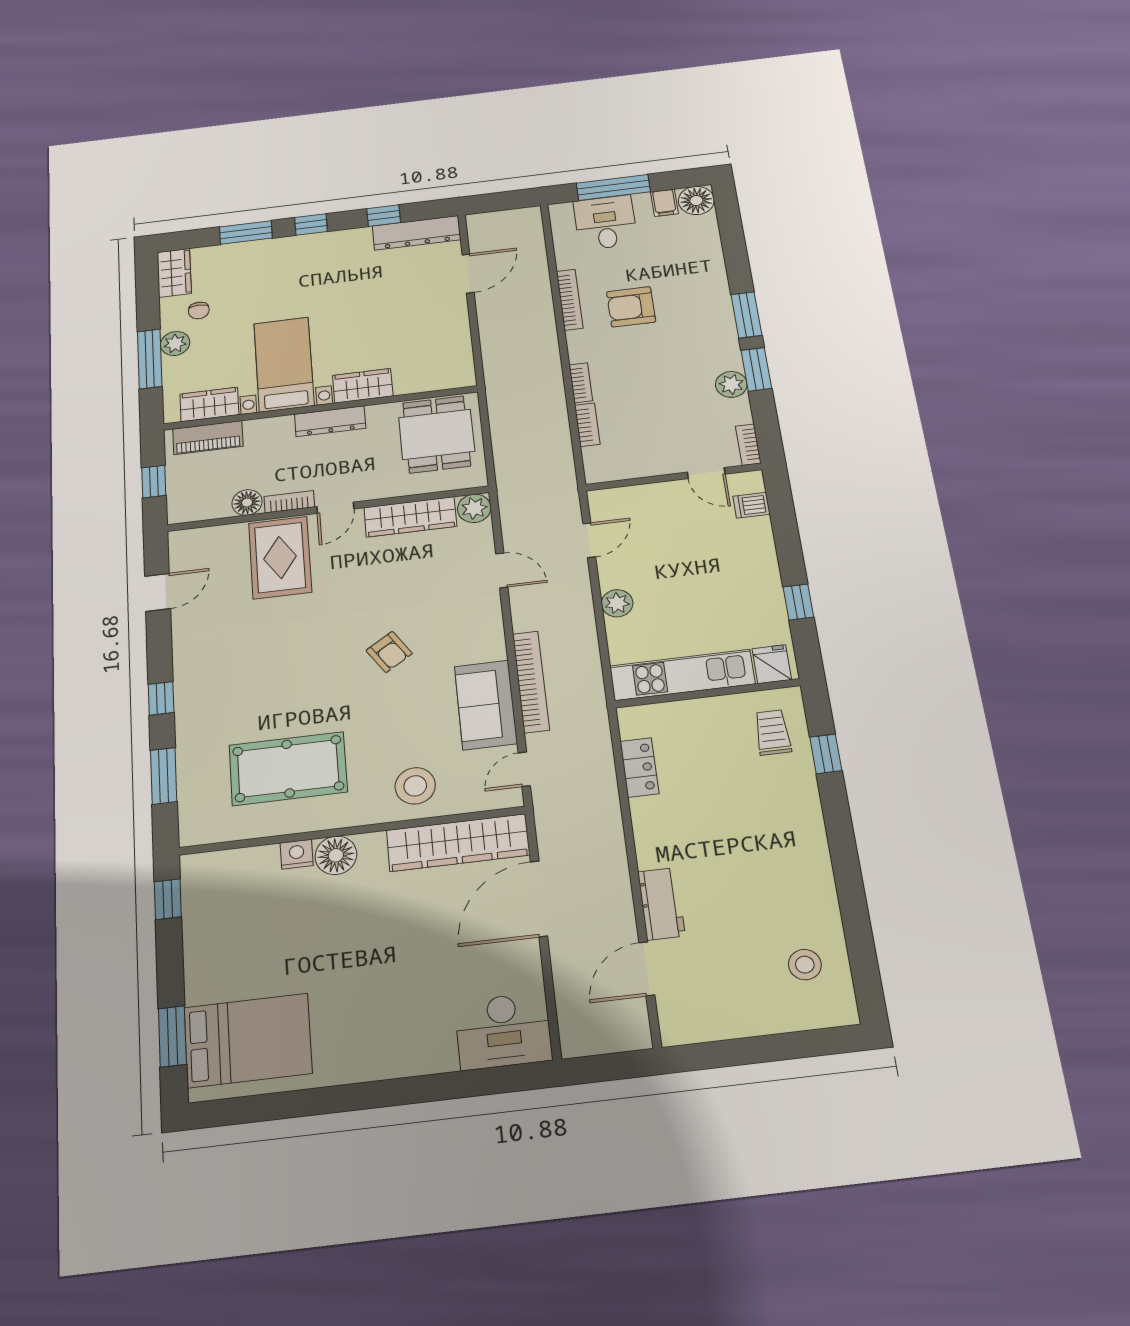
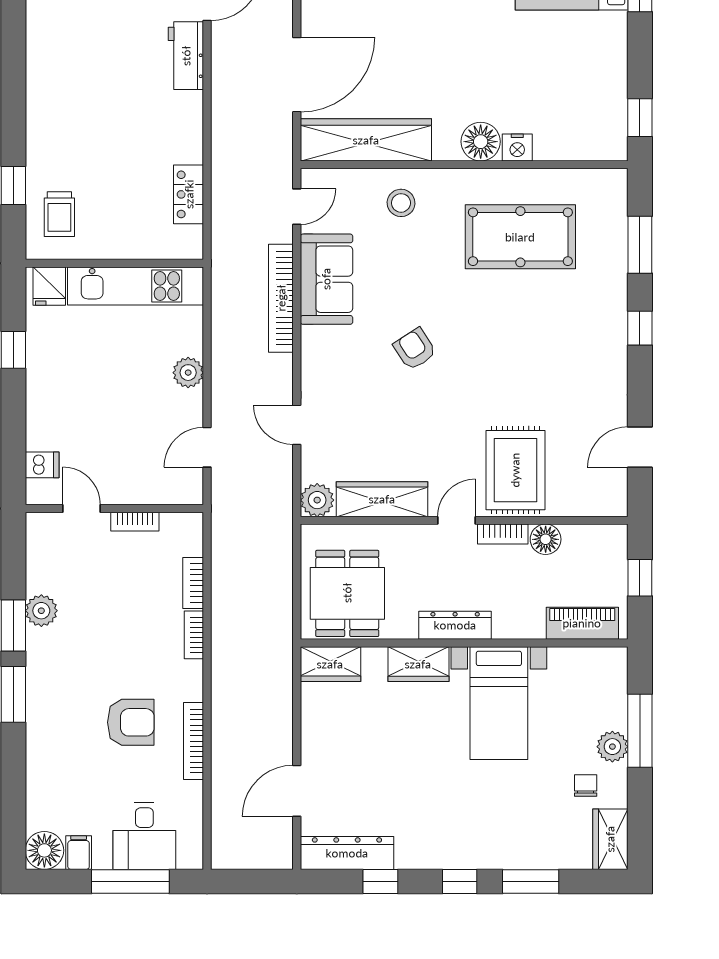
wardrobe: (209, 404) -> (330, 664), moved
bookcase: (748, 445) -> (135, 522), moved, turned 90
stool: (415, 786) -> (401, 203), width x0.73, depth x0.73

